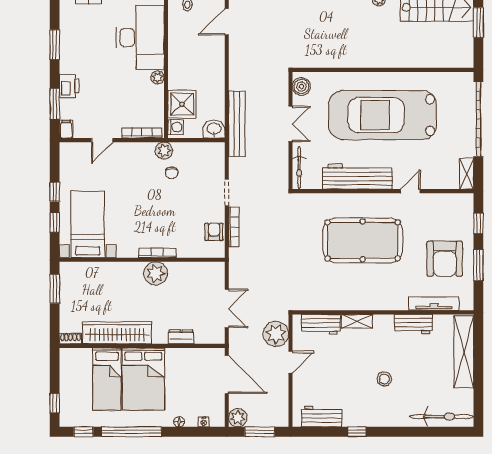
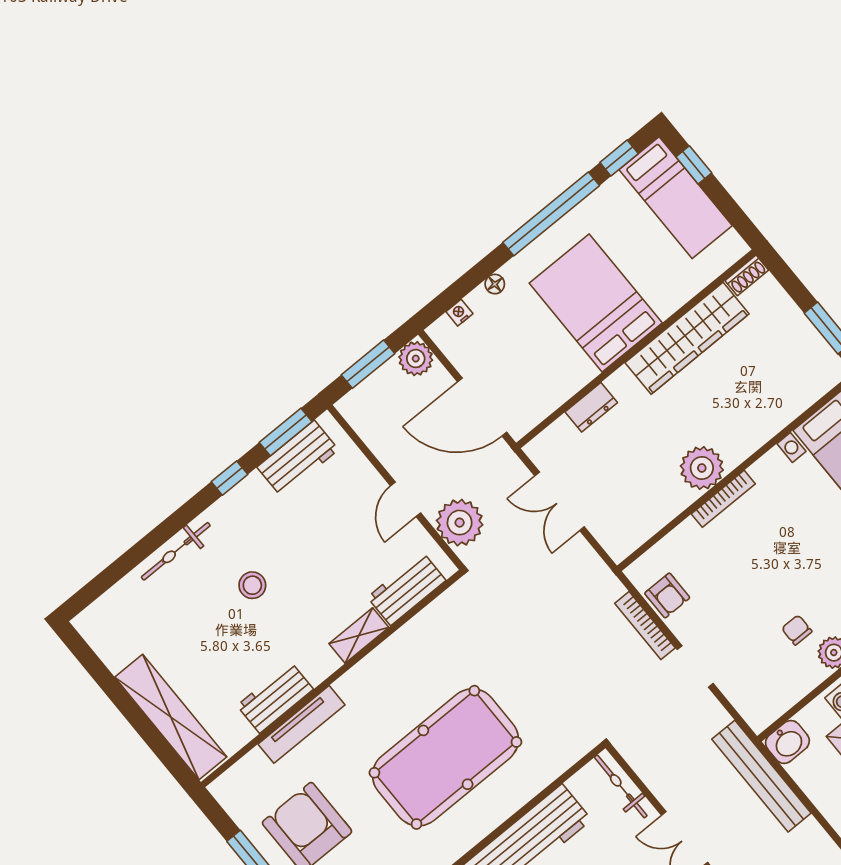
tv unit: (434, 304) -> (302, 724), moved
bed: (107, 379) -> (676, 198), moved, turned 180
bicycle: (442, 417) -> (176, 551), moved, width x0.73, depth x0.71
window: (318, 432) -> (286, 432), added

